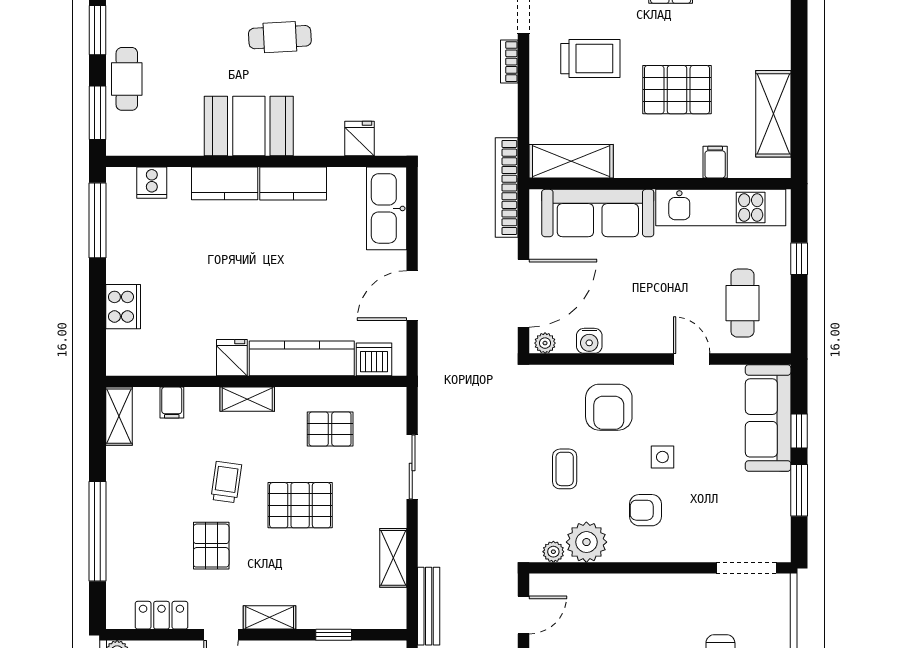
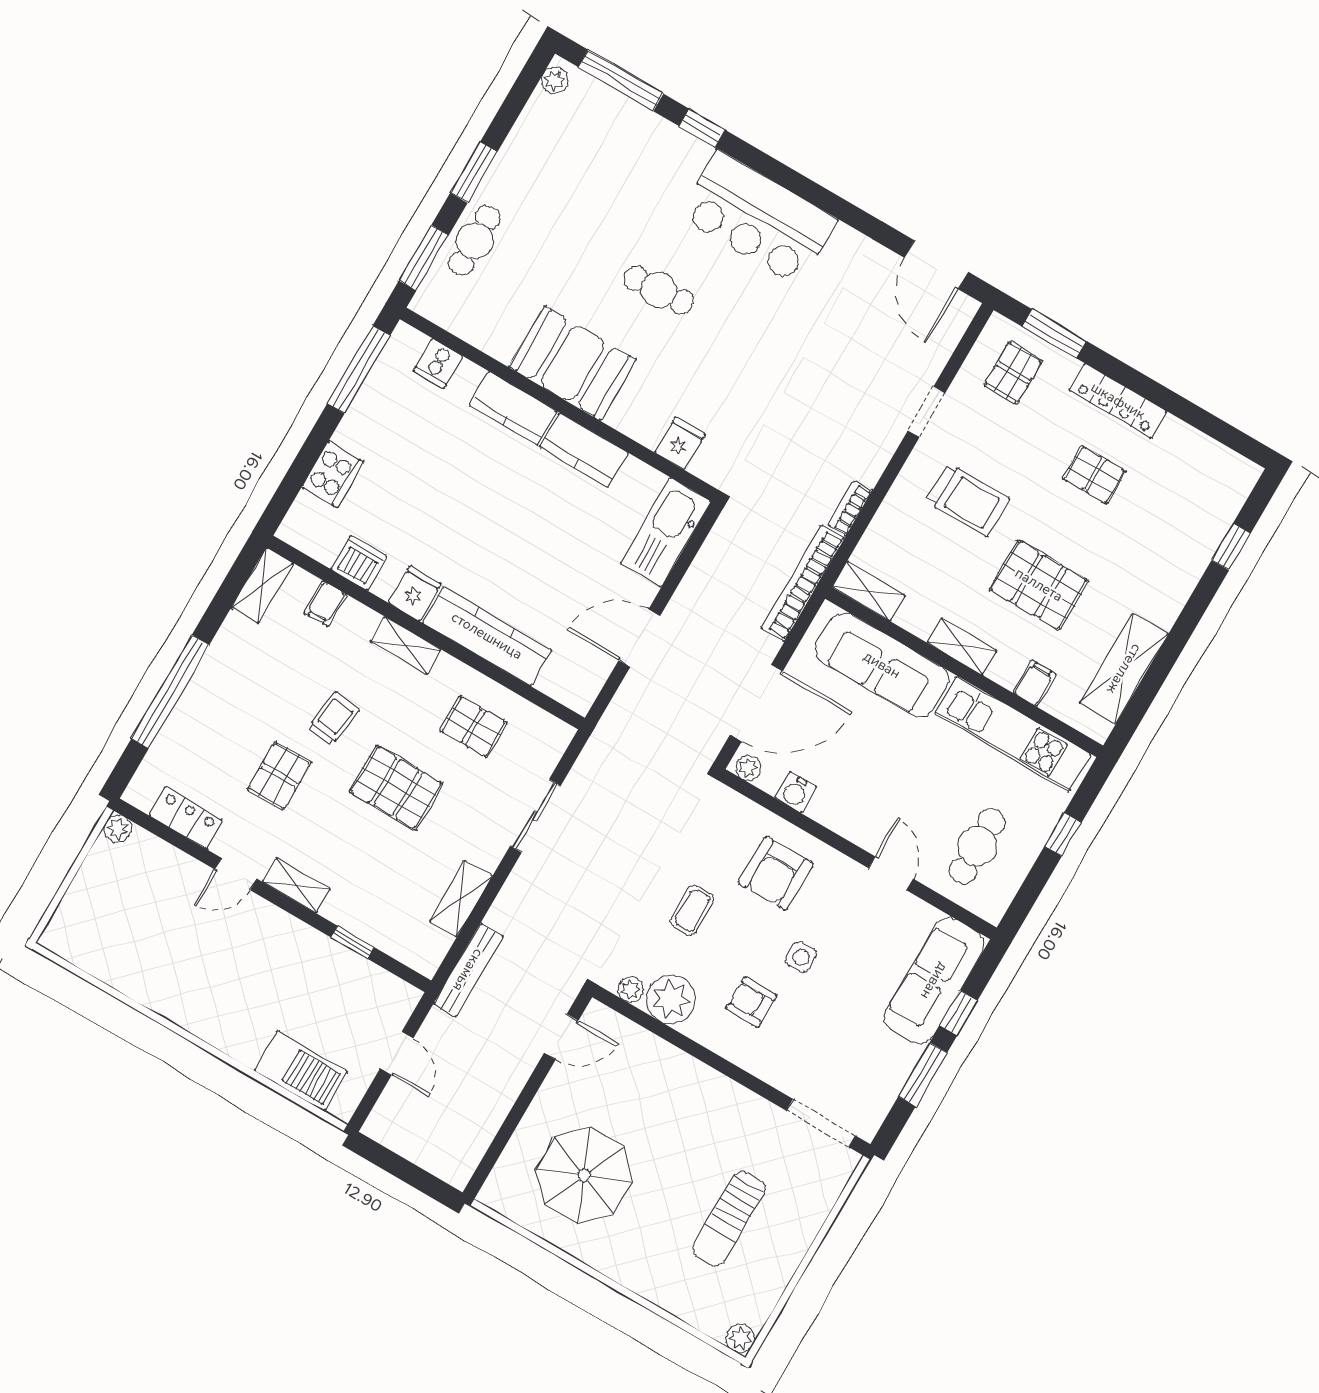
bookcase: (509, 62) -> (850, 508), moved
shelving: (571, 161) -> (868, 591), width x0.67, depth x0.75
shelving: (647, 166) -> (962, 646), added
dishwasher: (374, 359) -> (359, 563), moved

